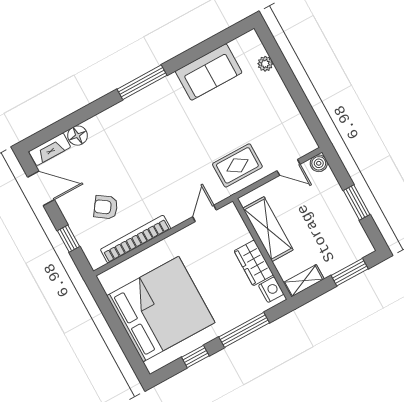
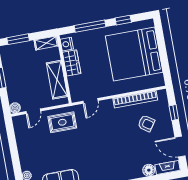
door: (289, 167) -> (33, 111), swing flipped

